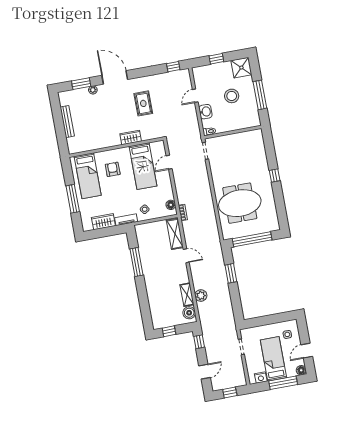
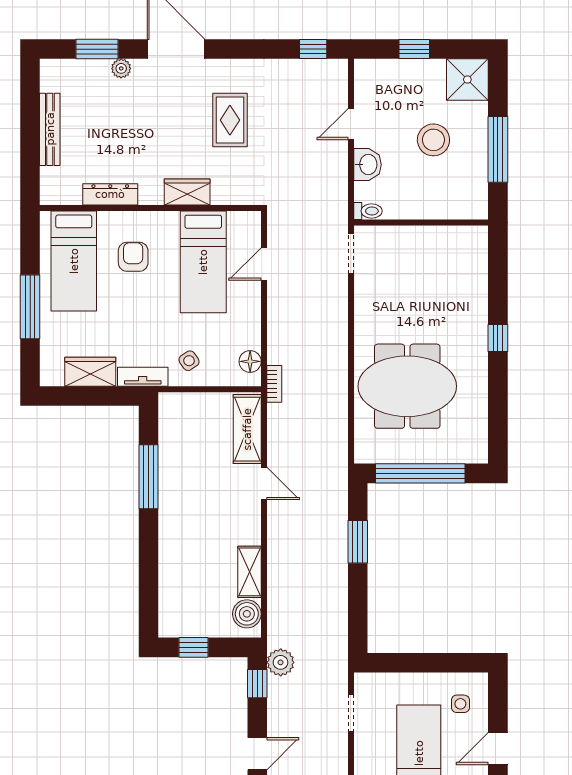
dresser: (98, 145) -> (110, 194), added
plant: (201, 296) -> (281, 662), moved

